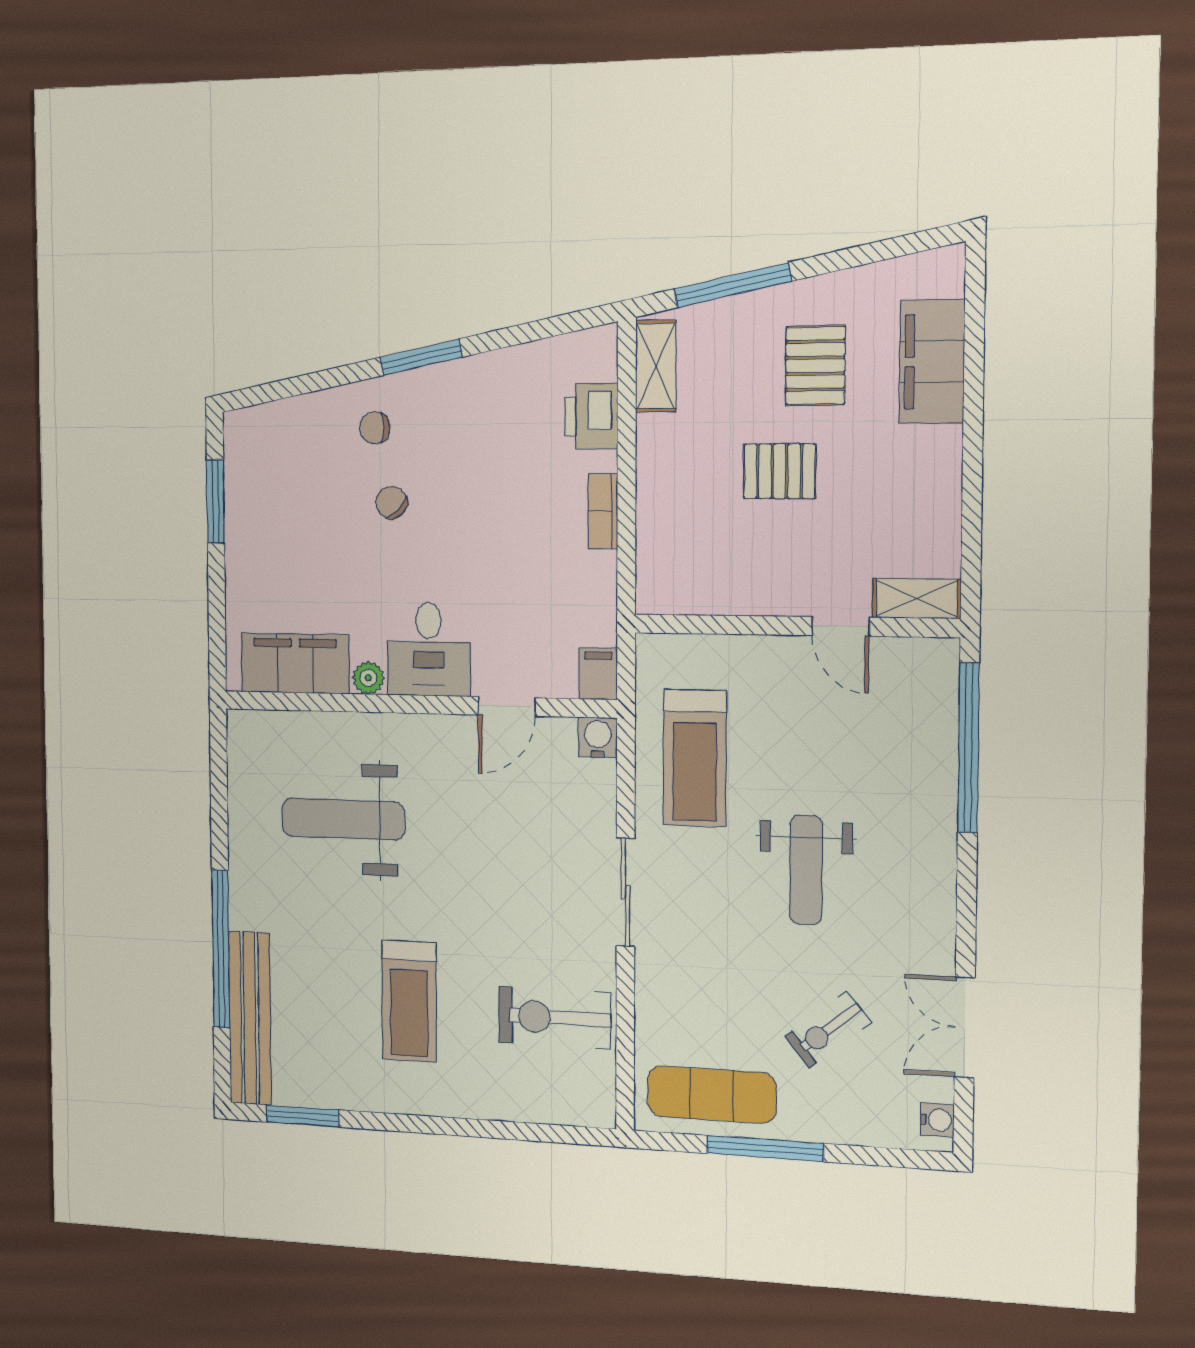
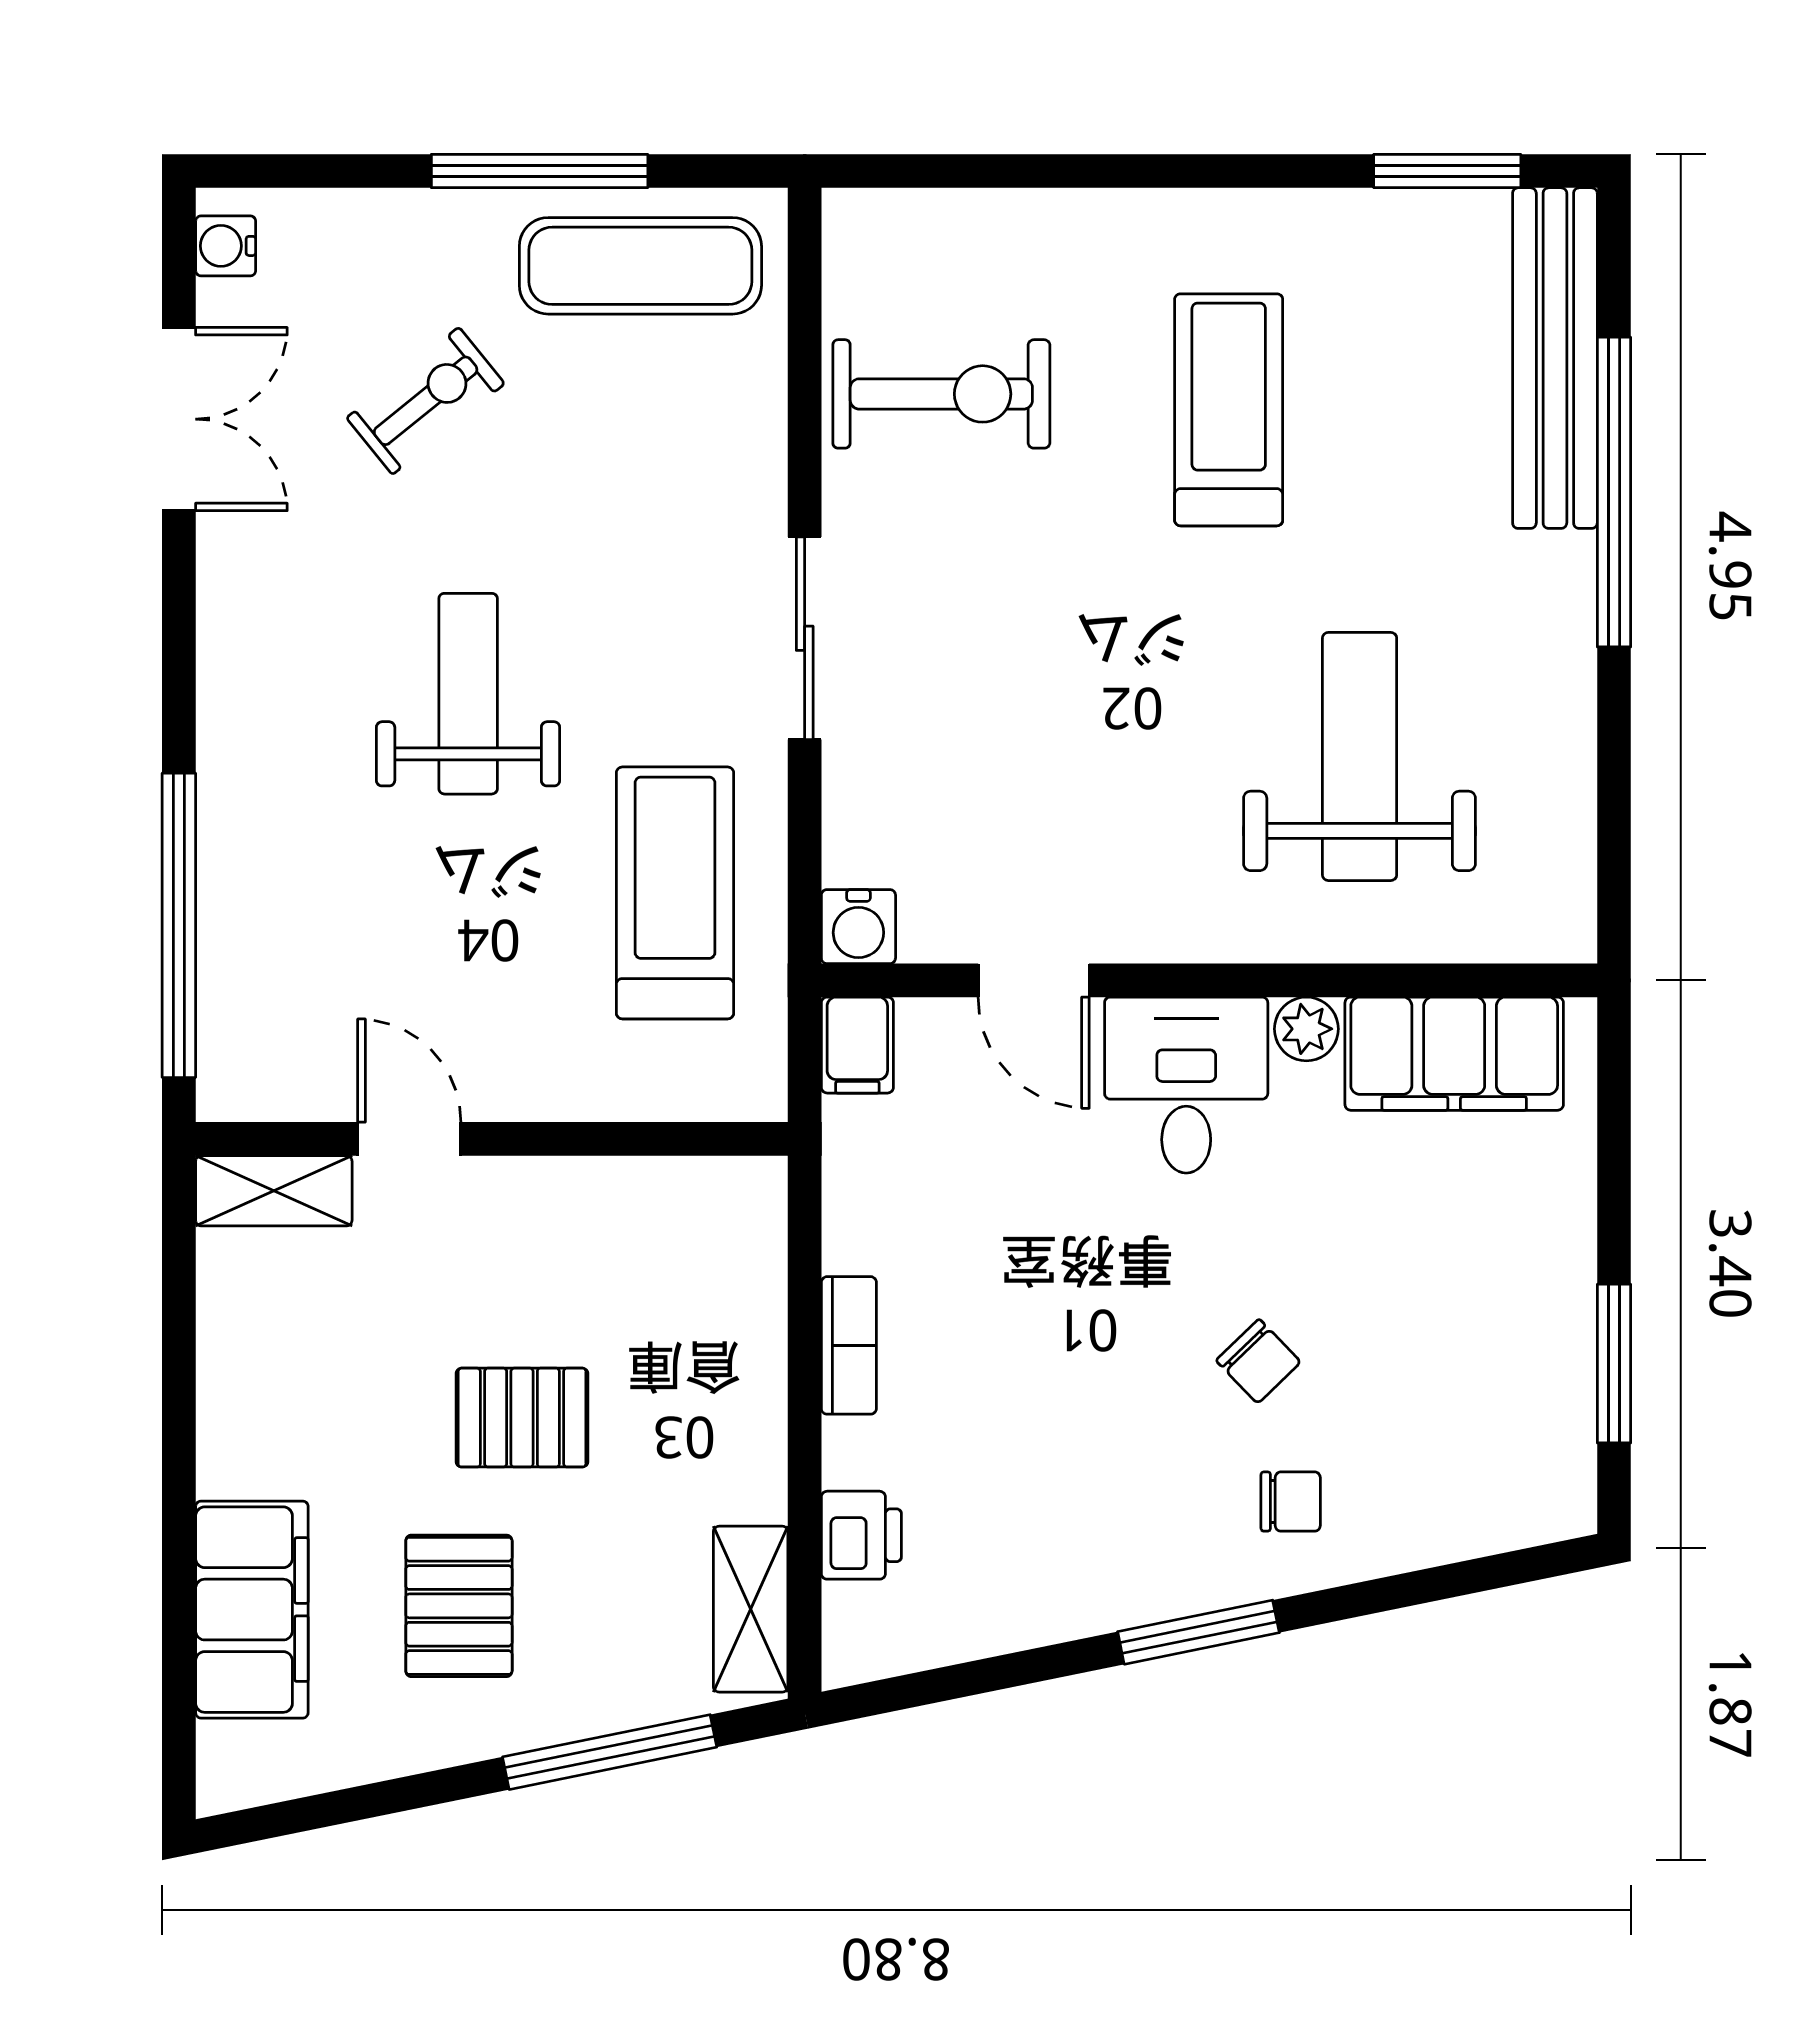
printer: (591, 416) -> (861, 1535), width x0.73, depth x0.81
door: (507, 706) -> (1034, 980), swing flipped
weight bench: (343, 819) -> (1360, 756), turned -90

